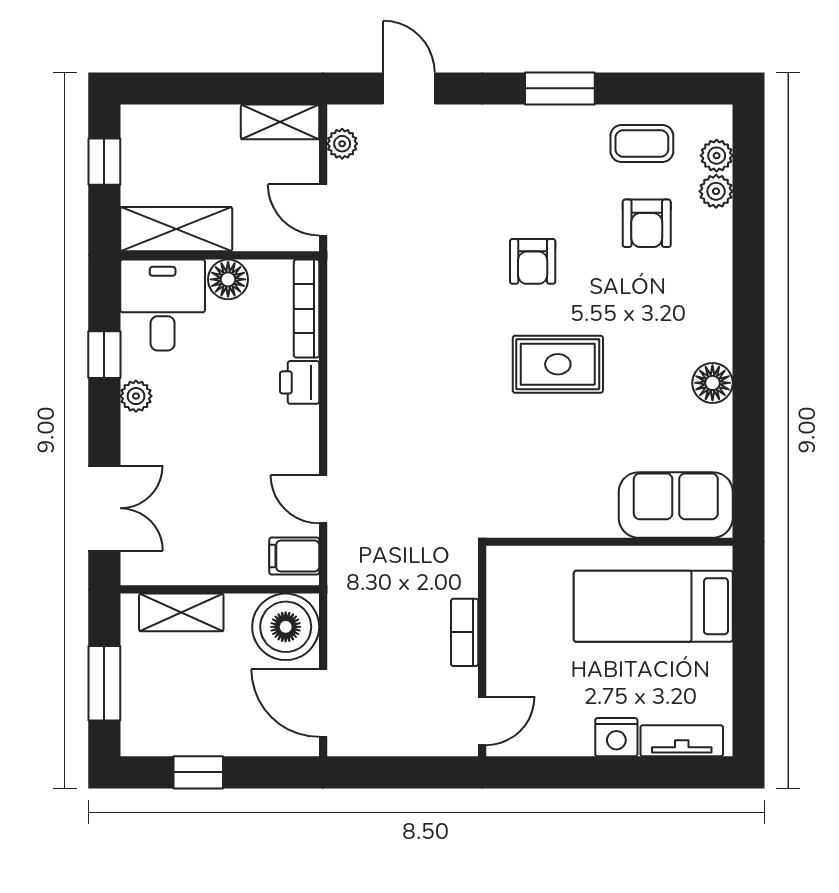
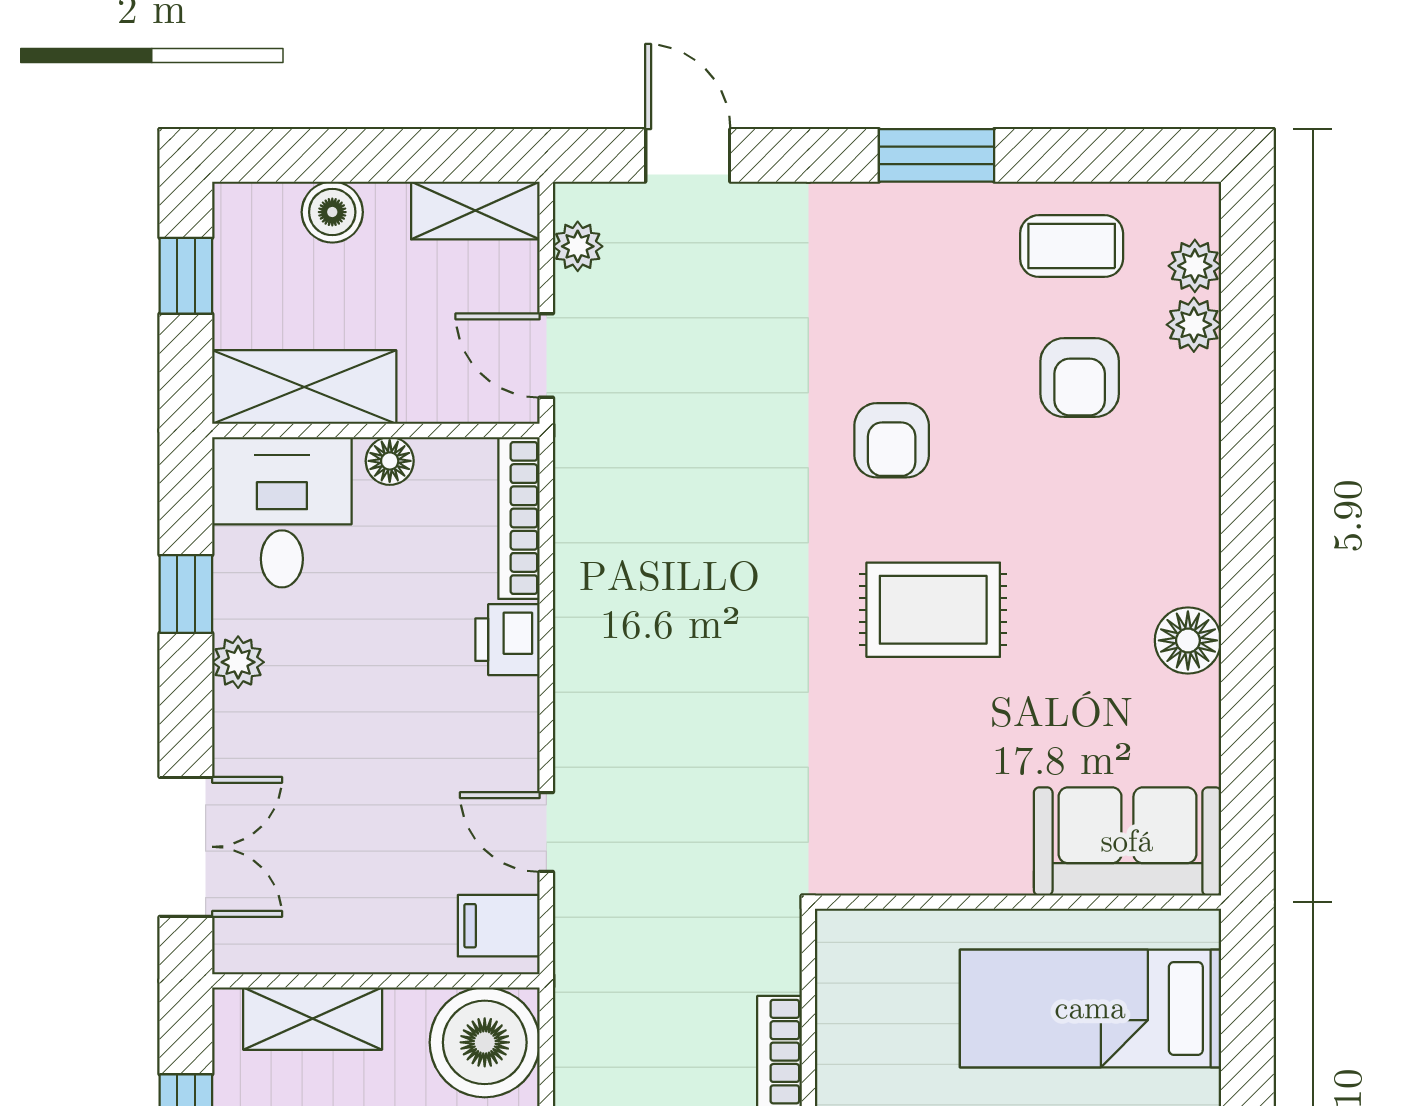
boiler: (193, 123) -> (332, 212), added
floor lamp: (228, 279) -> (390, 461), width x0.73, depth x0.73

